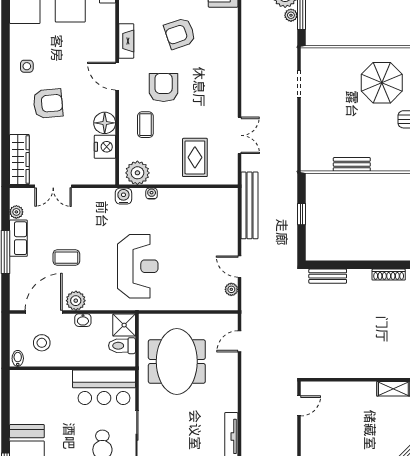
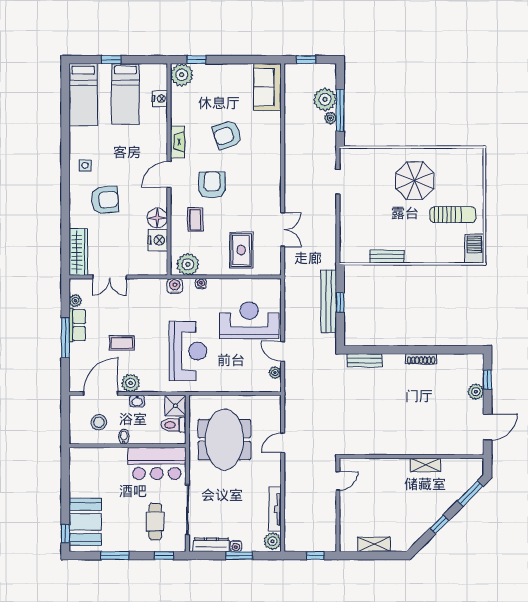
door: (117, 76) -> (169, 175), hinge flipped
bench: (249, 205) -> (329, 301), moved
reception desk: (203, 233) -> (249, 320), added
door: (239, 341) -> (283, 443), moved
bidet: (18, 358) -> (124, 437), moved

